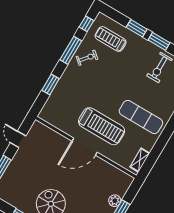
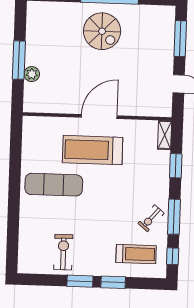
shelving: (140, 160) -> (165, 135), moved

